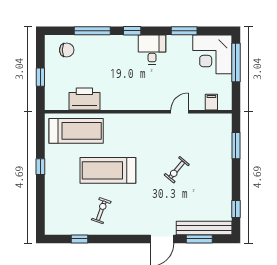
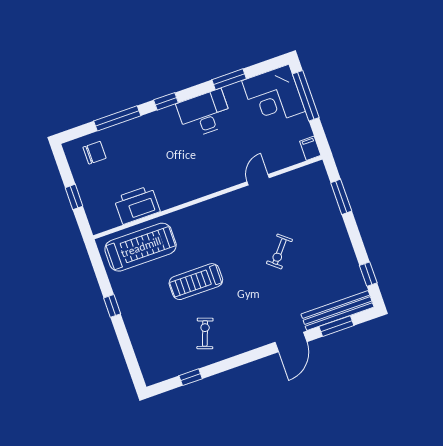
desk: (152, 50) -> (204, 114), width x1.37
filing cabinet: (211, 102) -> (310, 148), moved
treadmill: (108, 170) -> (196, 282), width x0.73, depth x0.73

